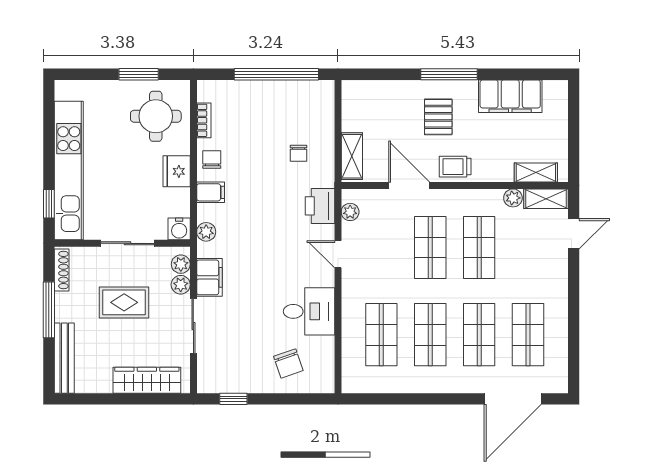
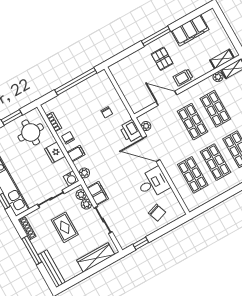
shelving: (352, 156) -> (132, 100), removed
door: (338, 254) -> (151, 149), width x1.88
rug: (124, 302) -> (65, 227), turned 90

